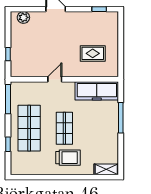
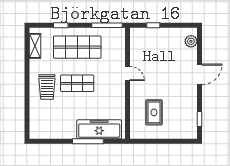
freezer: (97, 91) -> (99, 129), moved, turned 90
shelving: (106, 169) -> (35, 46), moved

